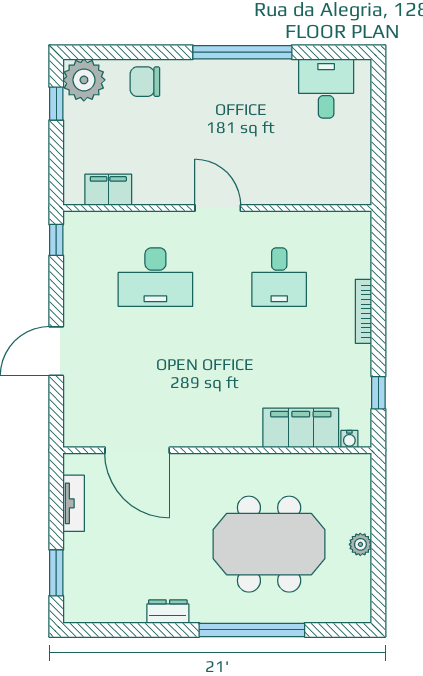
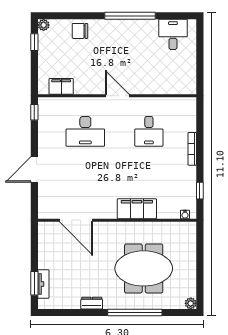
plant: (84, 80) -> (44, 25), width x0.53, depth x0.53
filing cabinet: (301, 428) -> (137, 209), moved
tv unit: (74, 503) -> (43, 284), moved
plant: (360, 544) -> (191, 303), moved

